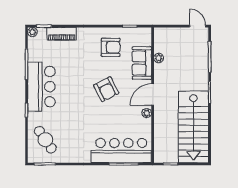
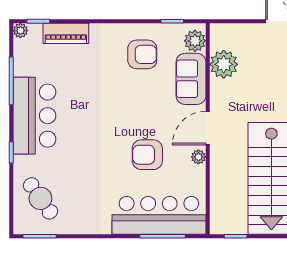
plant: (144, 39) -> (195, 41), added
plant: (159, 58) -> (224, 64), width x1.88, depth x1.88
armchair: (106, 89) -> (147, 155), moved, turned 117

